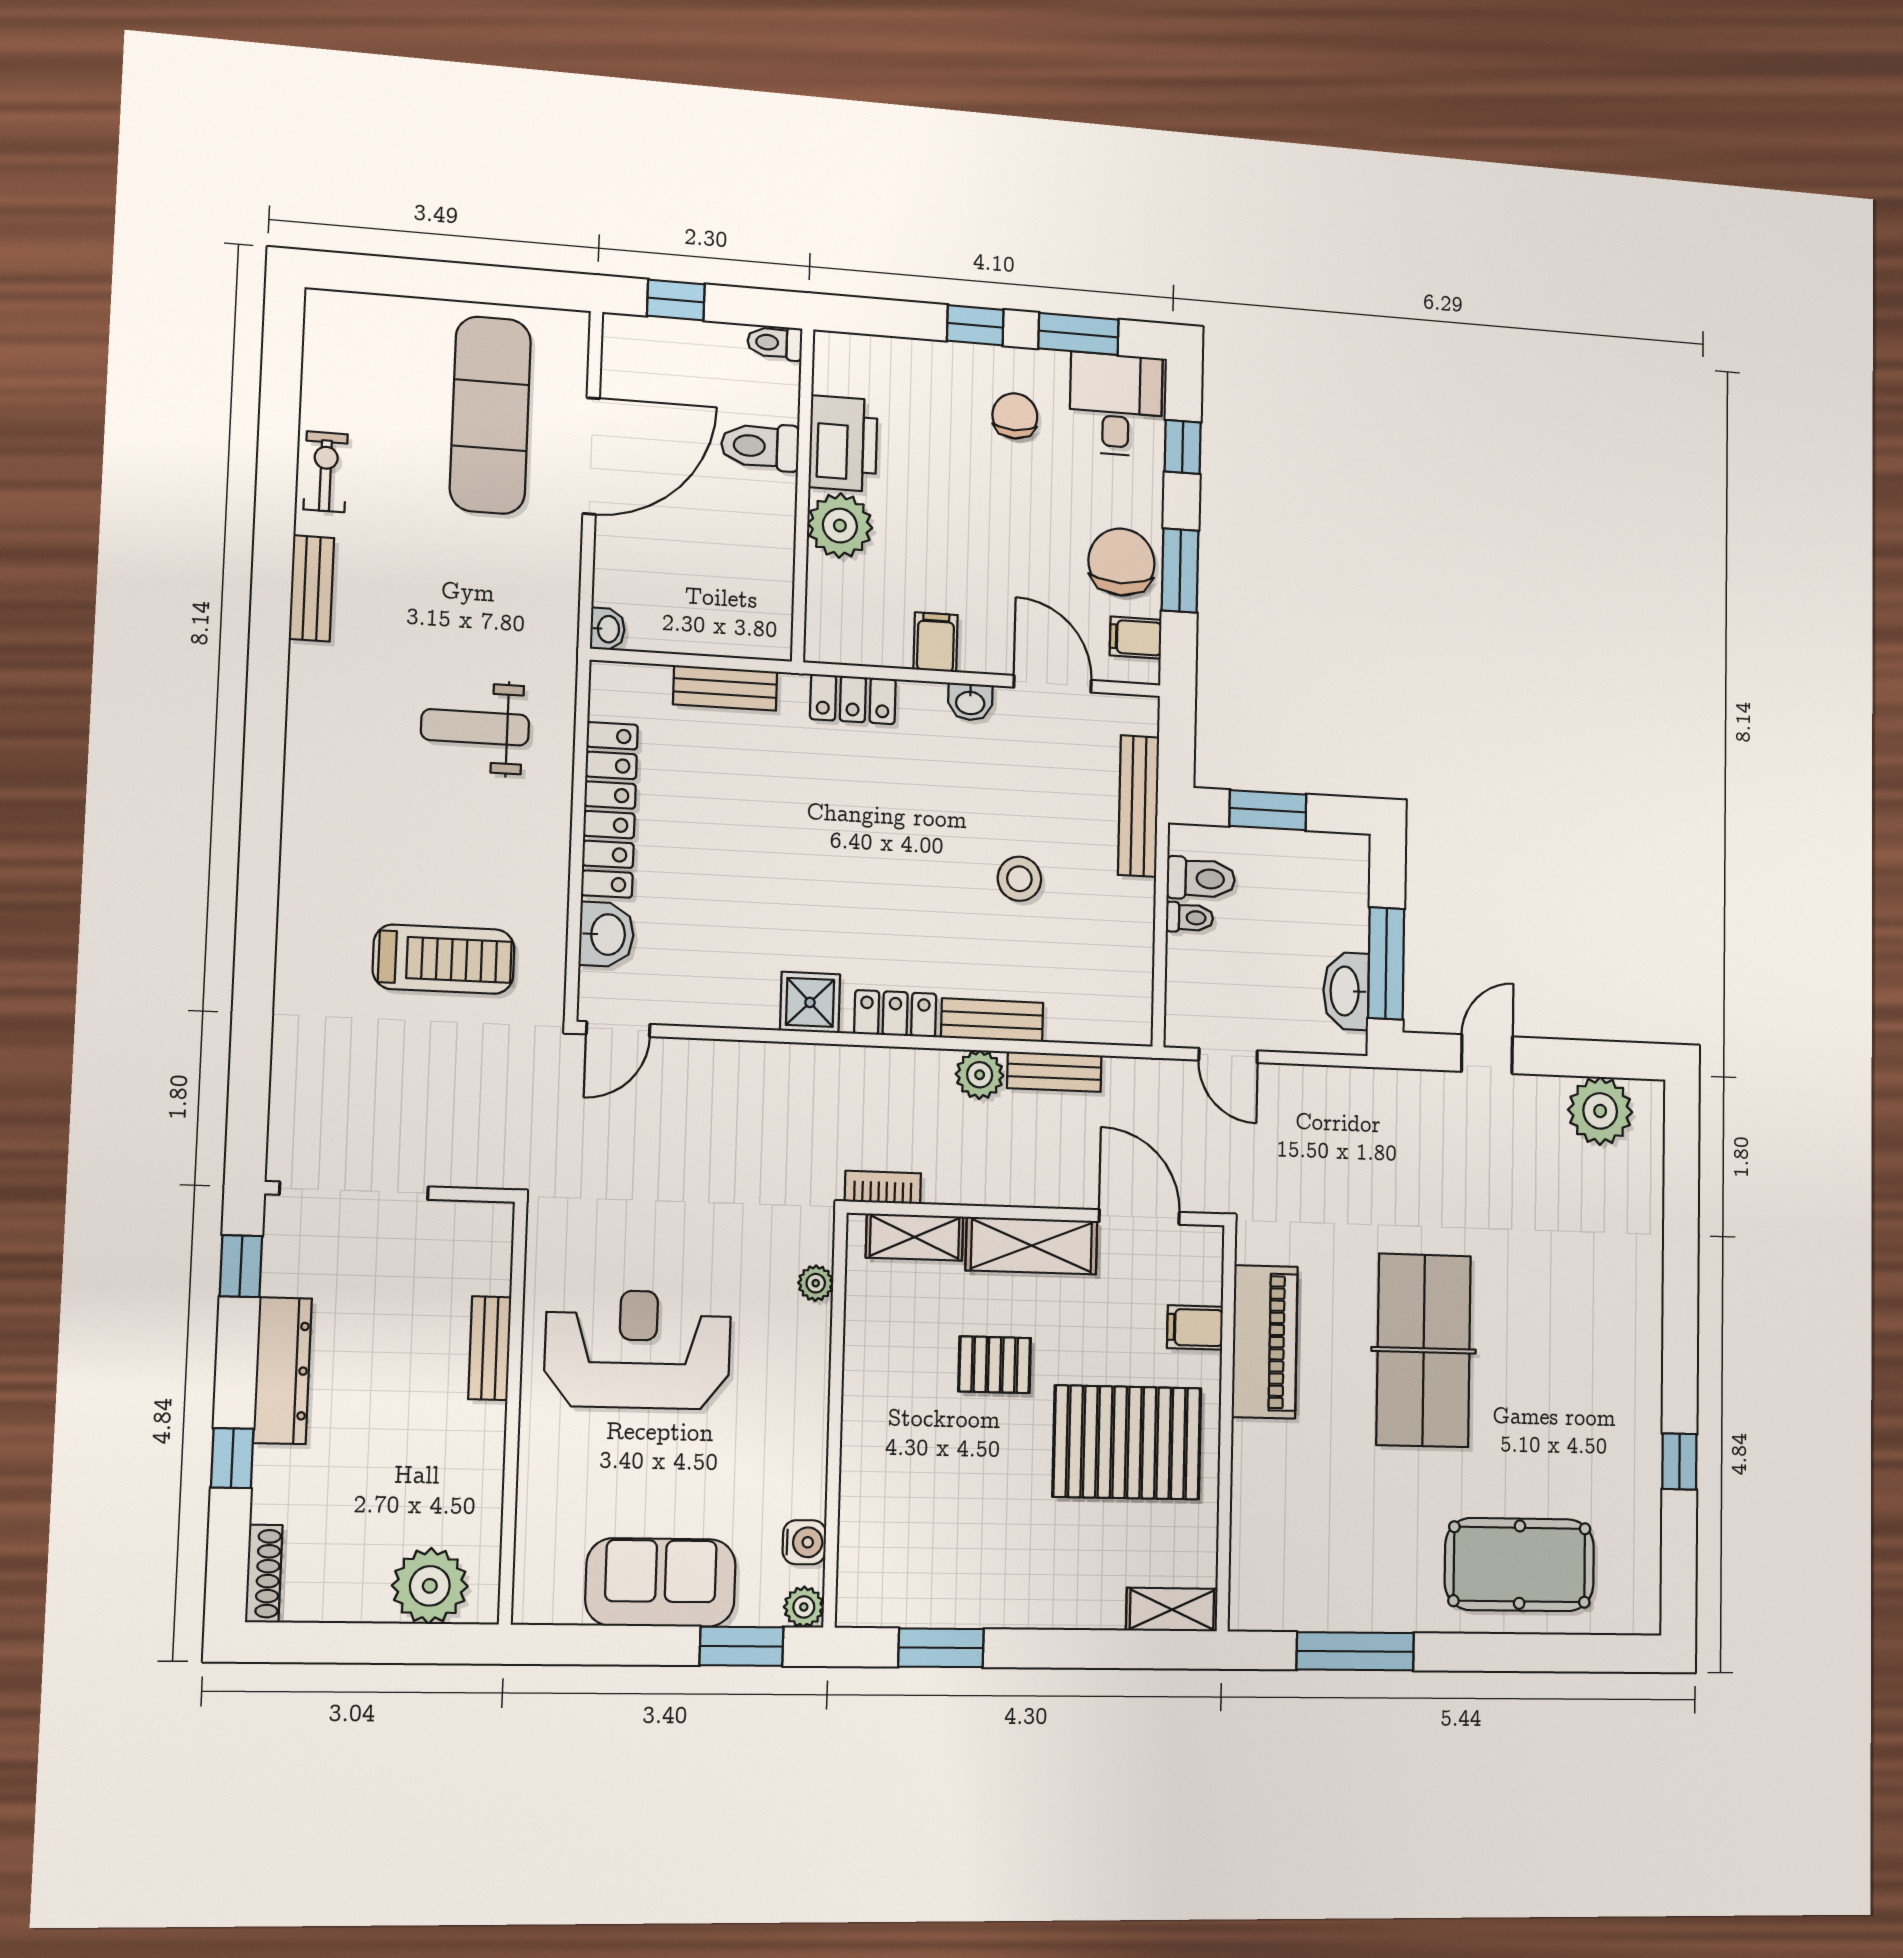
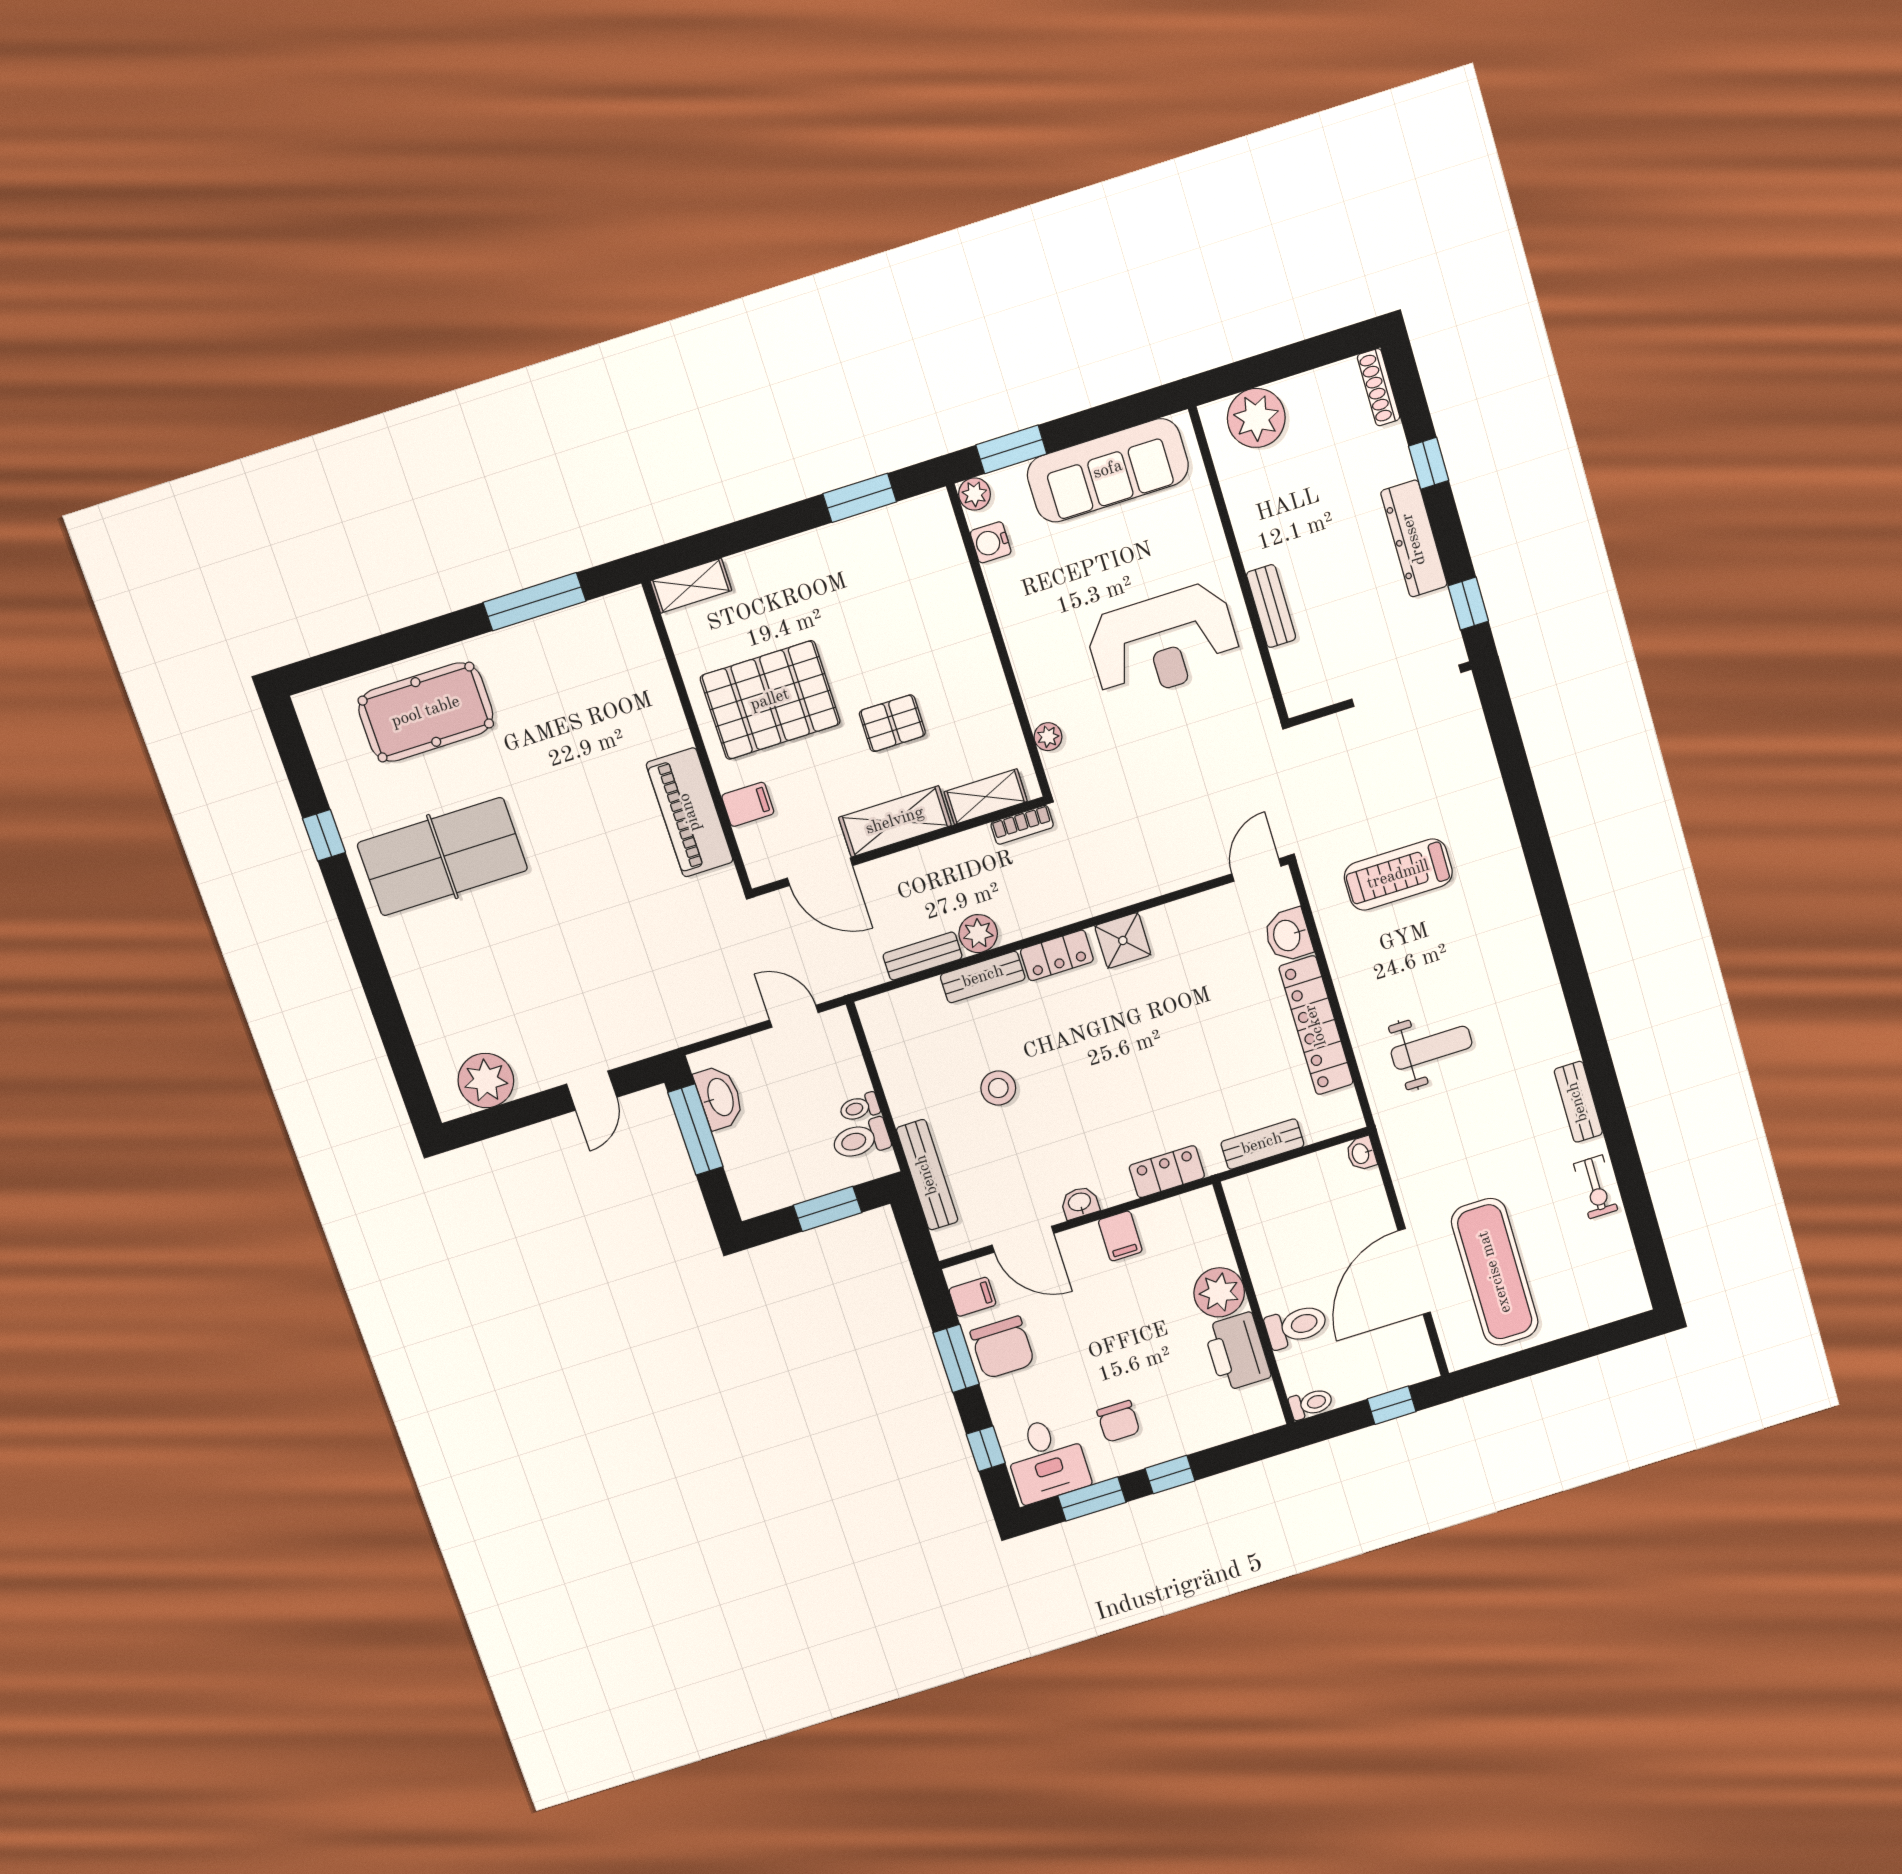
table tennis table: (1424, 1350) -> (442, 857), moved, turned 90
sofa: (661, 1582) -> (1108, 470), width x1.36

